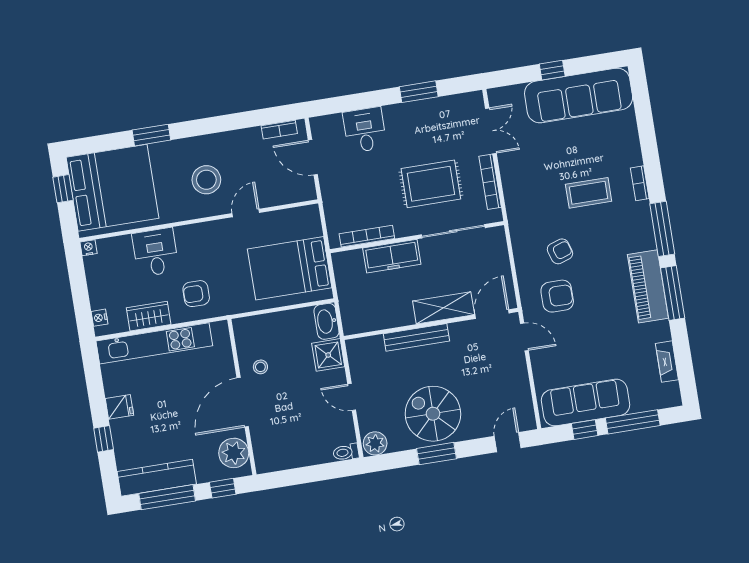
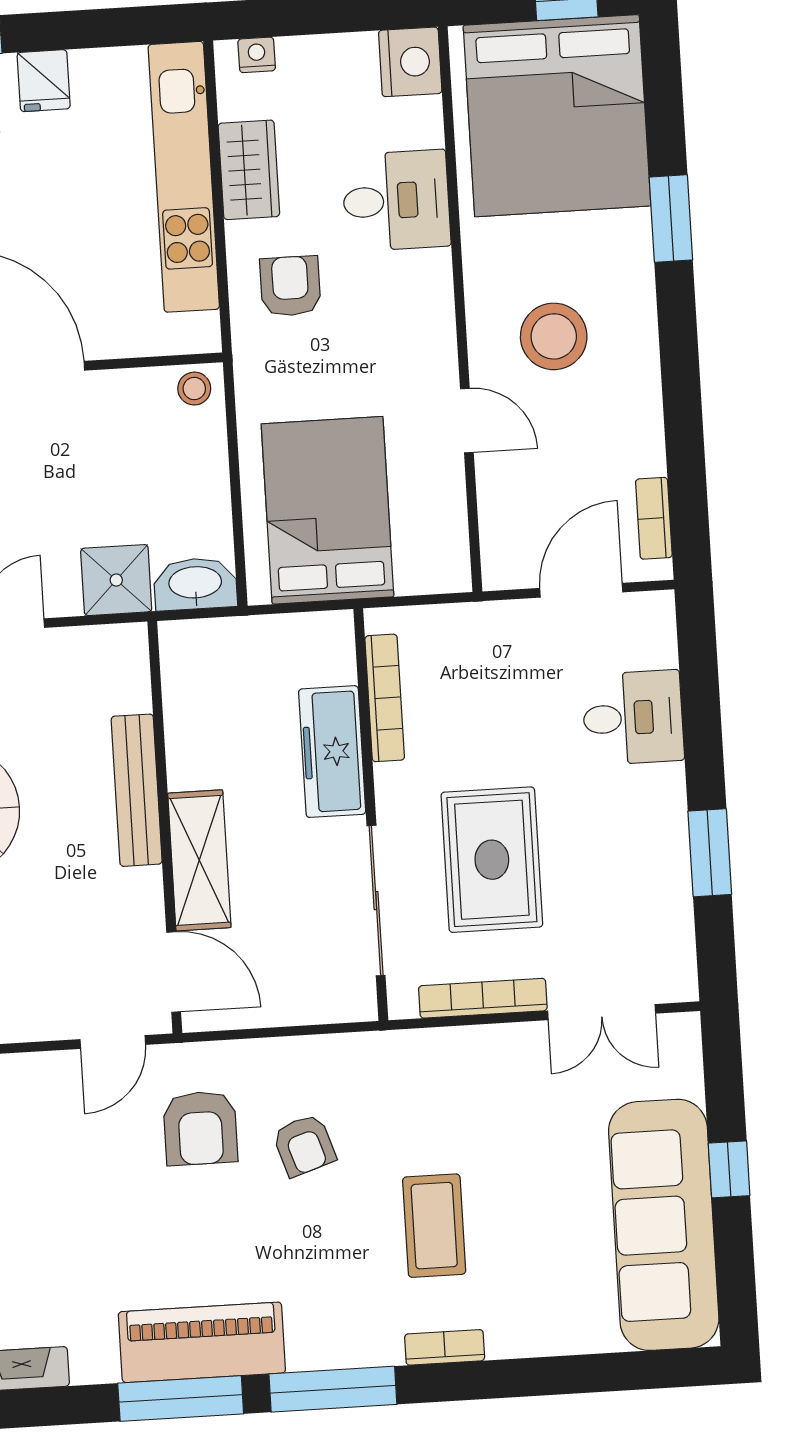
nightstand: (88, 248) -> (410, 62), width x1.89, depth x1.79
stool: (260, 367) -> (194, 389), moved

